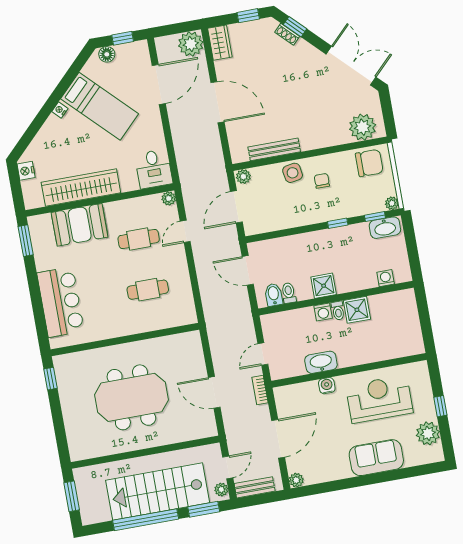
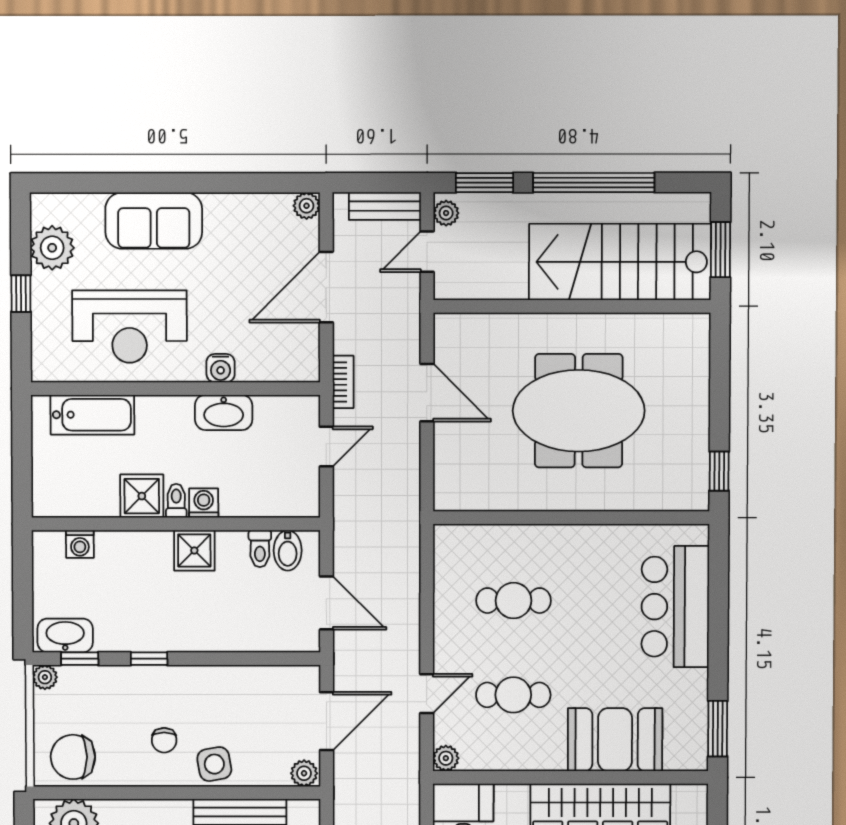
bathtub: (391, 348) -> (92, 415), added
stairs: (158, 492) -> (620, 262), moved, turned 180

